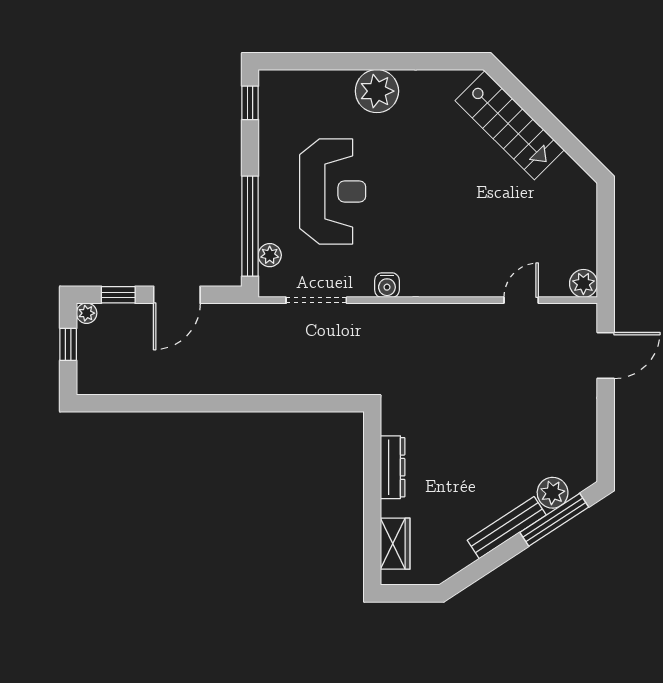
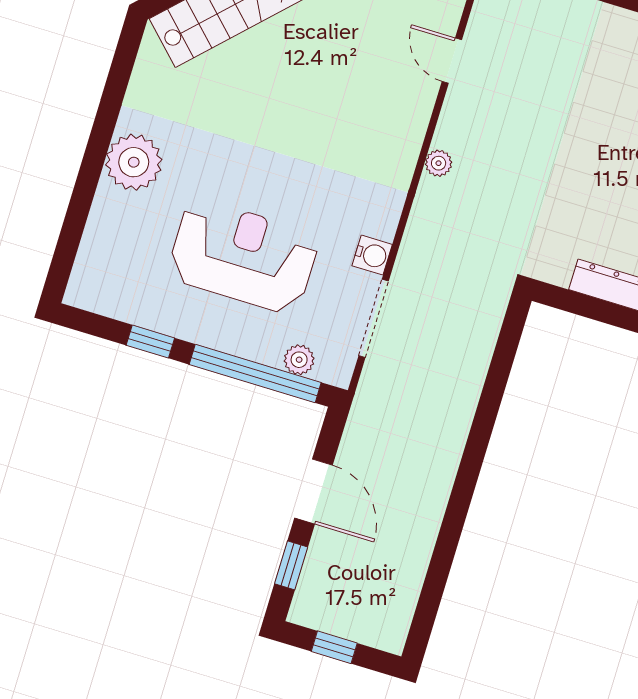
window: (250, 103) -> (150, 342), moved
water cooler: (387, 285) -> (372, 255), moved
plant: (87, 313) -> (439, 163), moved

